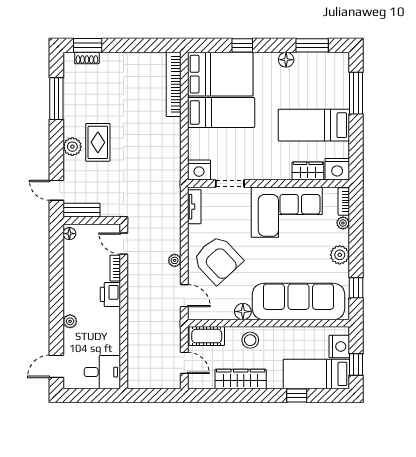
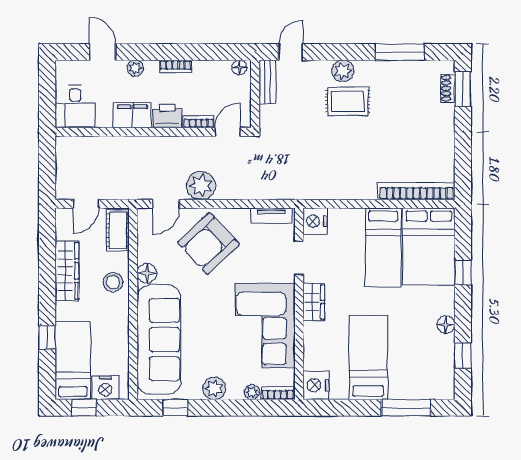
window: (312, 45) -> (463, 356), width x0.67
wardrobe: (308, 171) -> (314, 302), moved
plant: (175, 260) -> (201, 186), width x1.87, depth x1.87
bookcase: (69, 287) -> (176, 66), added
filing cabinet: (110, 324) -> (132, 115), added
door: (56, 366) -> (103, 52), moved

